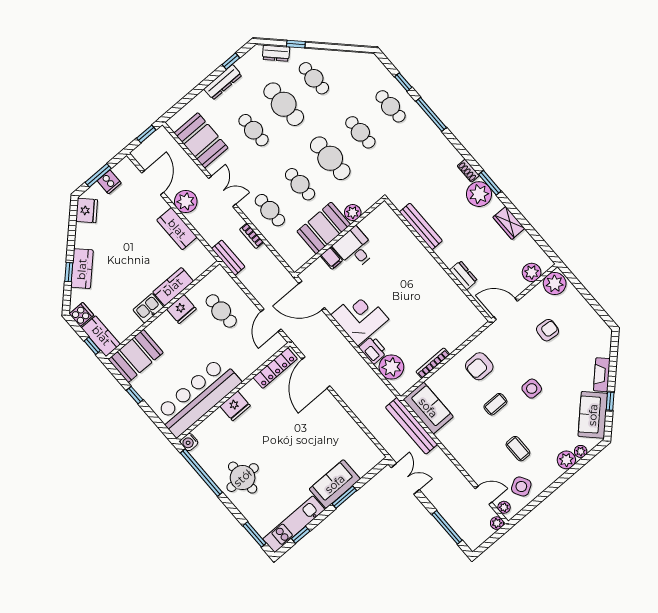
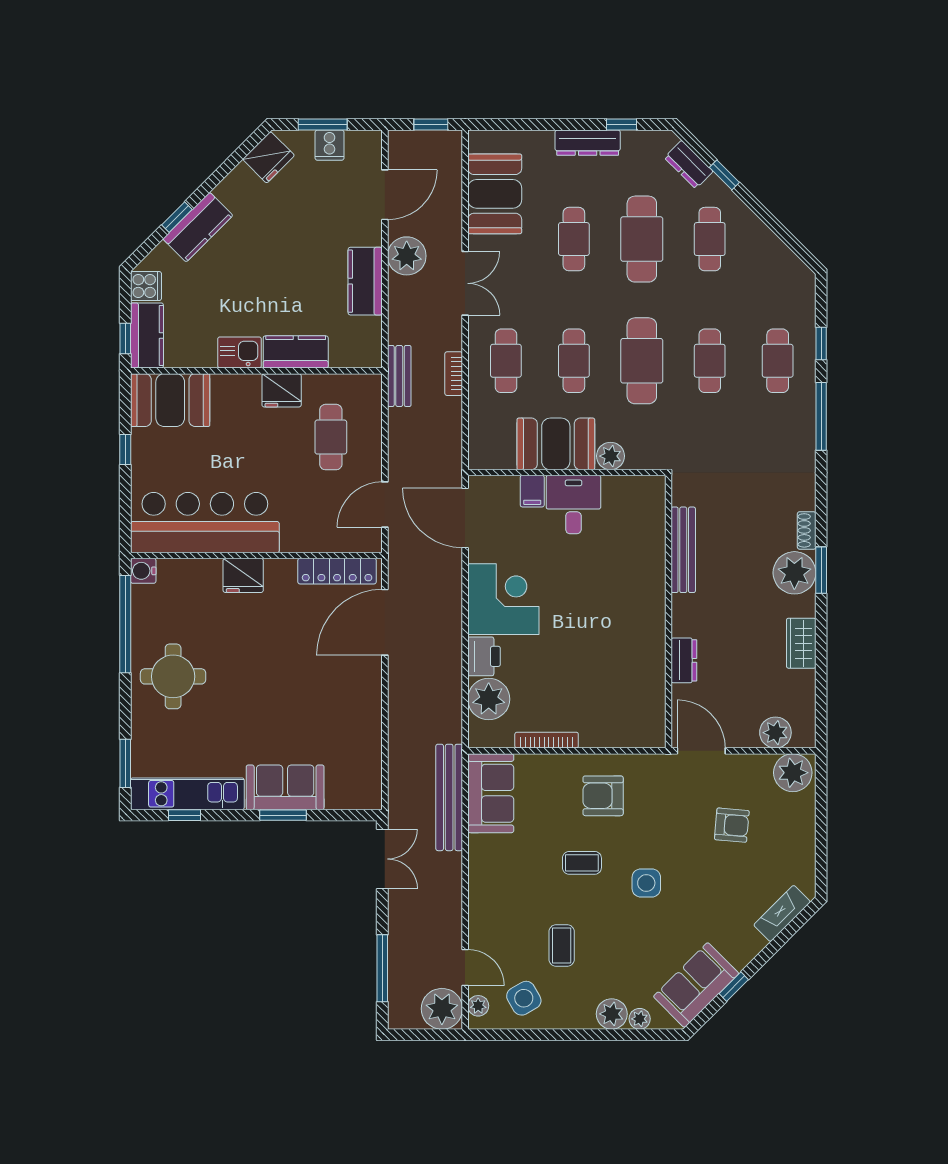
fireplace: (602, 375) -> (782, 913), moved
plant: (497, 523) -> (442, 1009), width x1.88, depth x1.88

